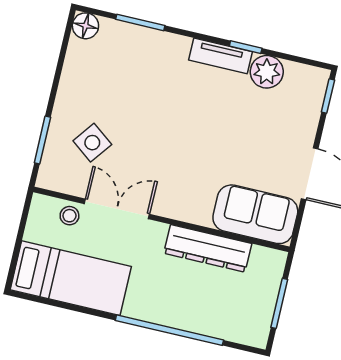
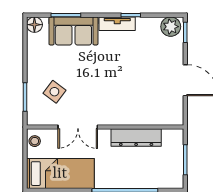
plant: (267, 72) -> (171, 27), moved
double door: (117, 209) -> (78, 127), swing flipped
sofa: (255, 214) -> (73, 31), moved, turned 180
stool: (69, 216) -> (35, 141), moved

